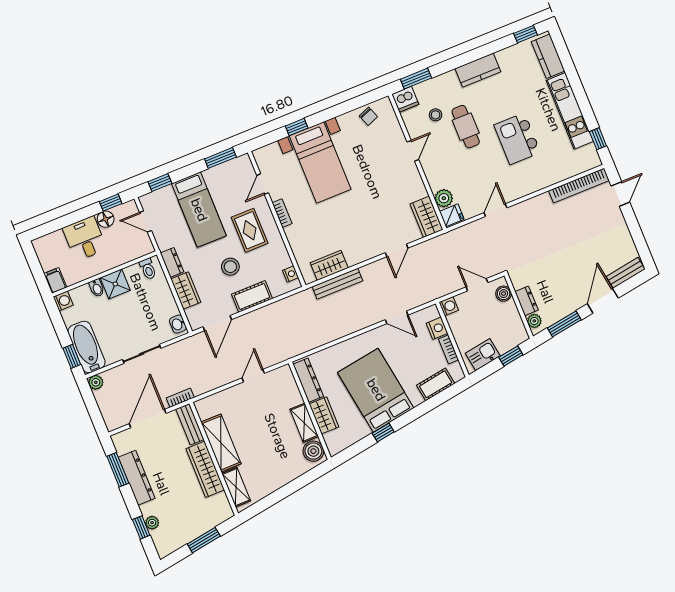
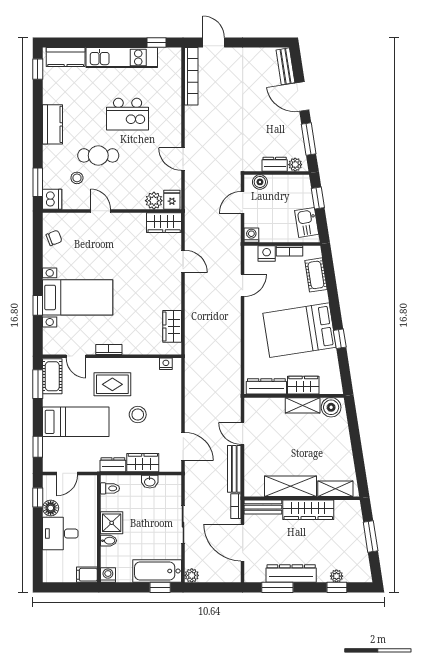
bench: (337, 284) -> (234, 469), moved
cot: (252, 296) -> (52, 376), moved
washbasin: (178, 324) -> (150, 482), moved

